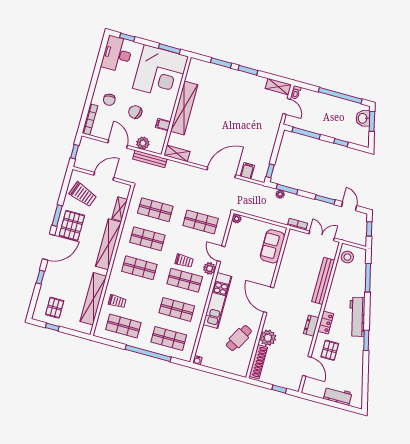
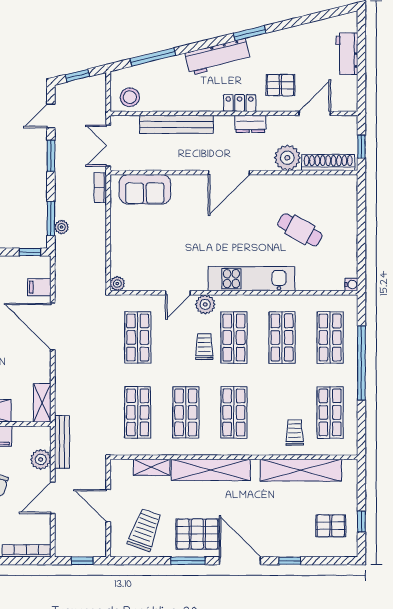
sofa: (272, 246) -> (145, 189), moved
door: (269, 300) -> (229, 173), moved
wall: (268, 303) -> (234, 173), moved
plant: (268, 338) -> (287, 158), moved
shoe rack: (258, 362) -> (328, 163), moved

